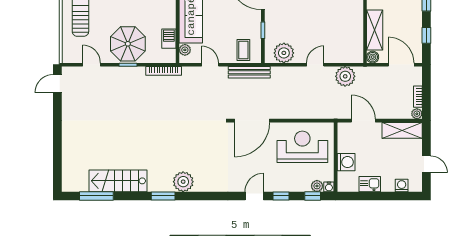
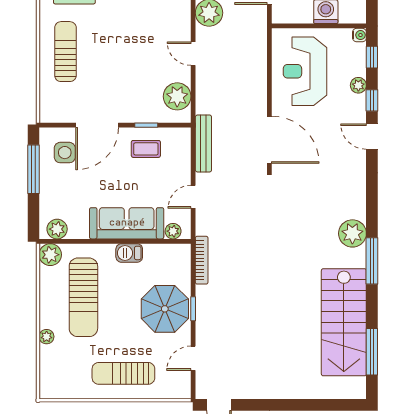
barbecue: (169, 39) -> (129, 253), moved
coffee table: (243, 50) -> (146, 149), moved
stairs: (118, 181) -> (344, 322), width x1.36, depth x1.51
plant: (317, 186) -> (358, 85), moved
window: (163, 196) -> (372, 261), width x1.44

